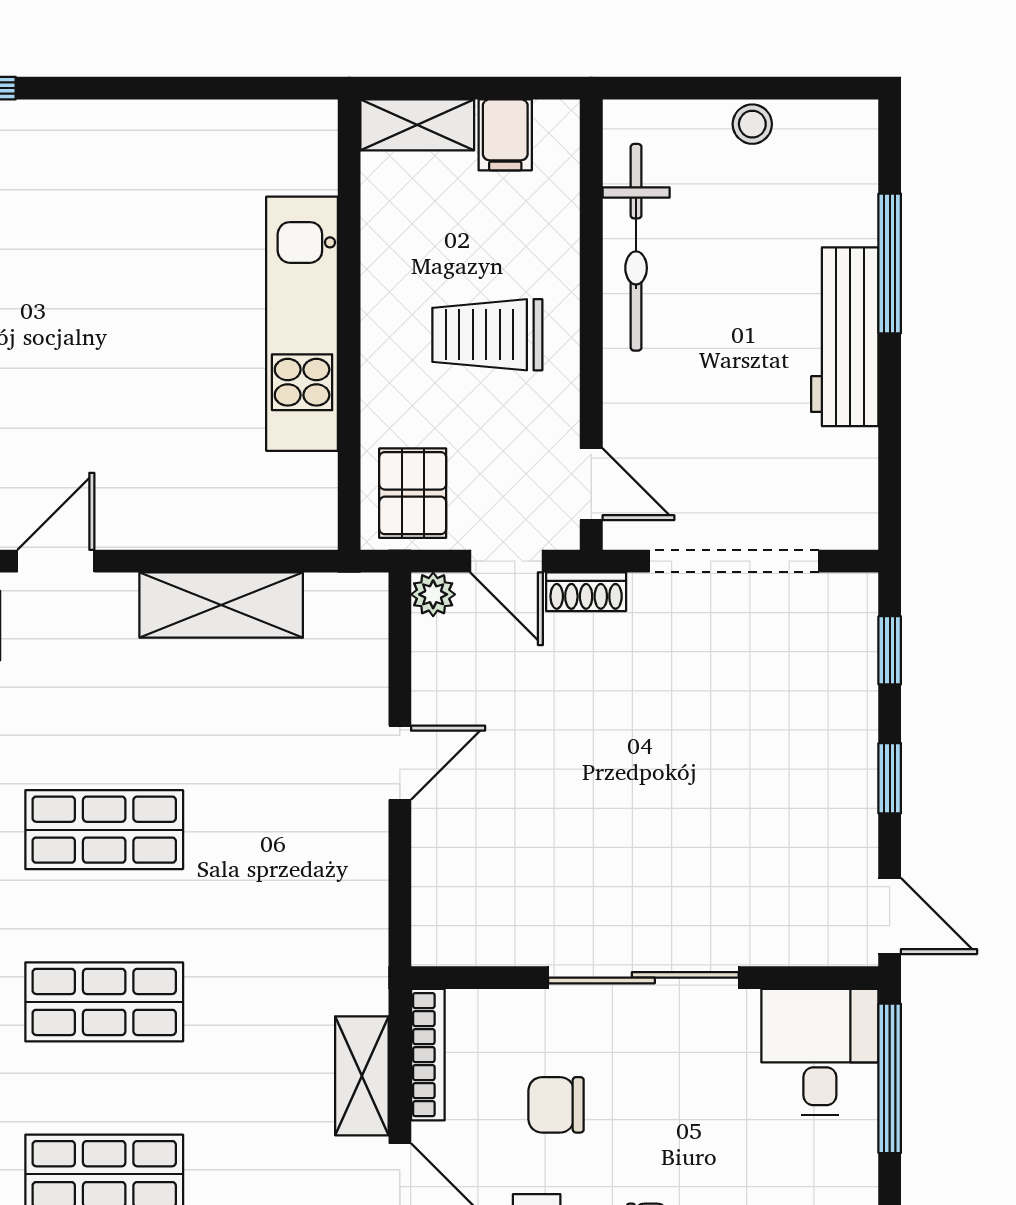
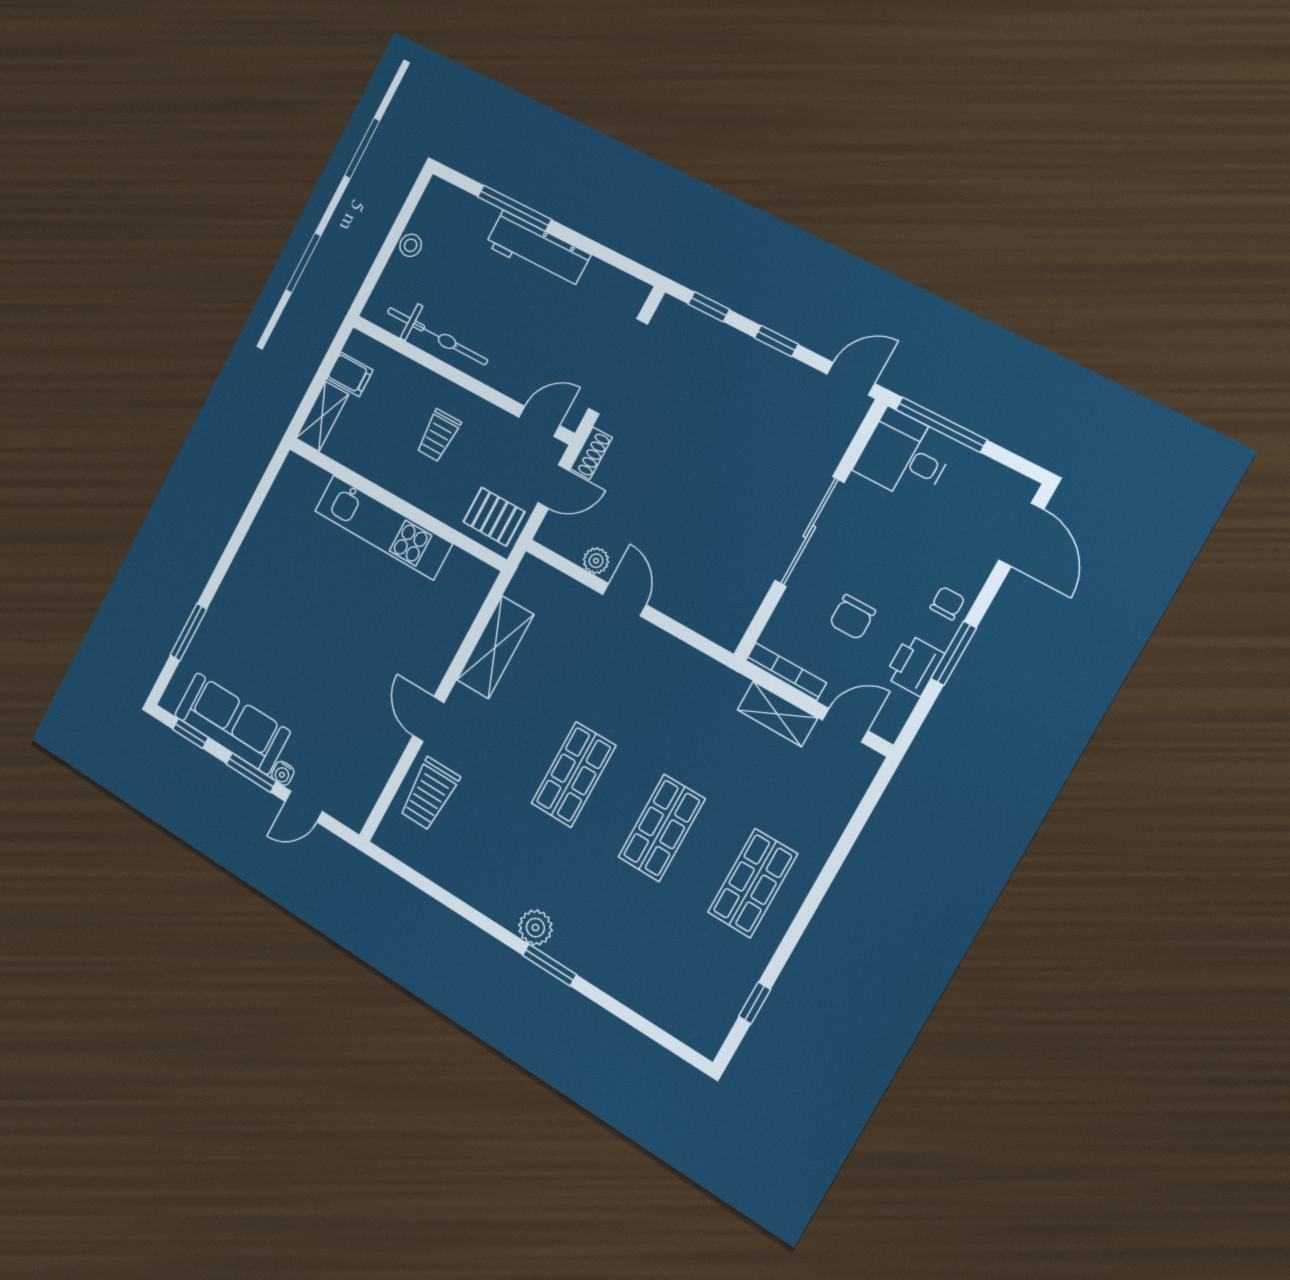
trolley: (487, 335) -> (438, 435), width x0.73, depth x0.72
plant: (433, 594) -> (596, 561), moved

